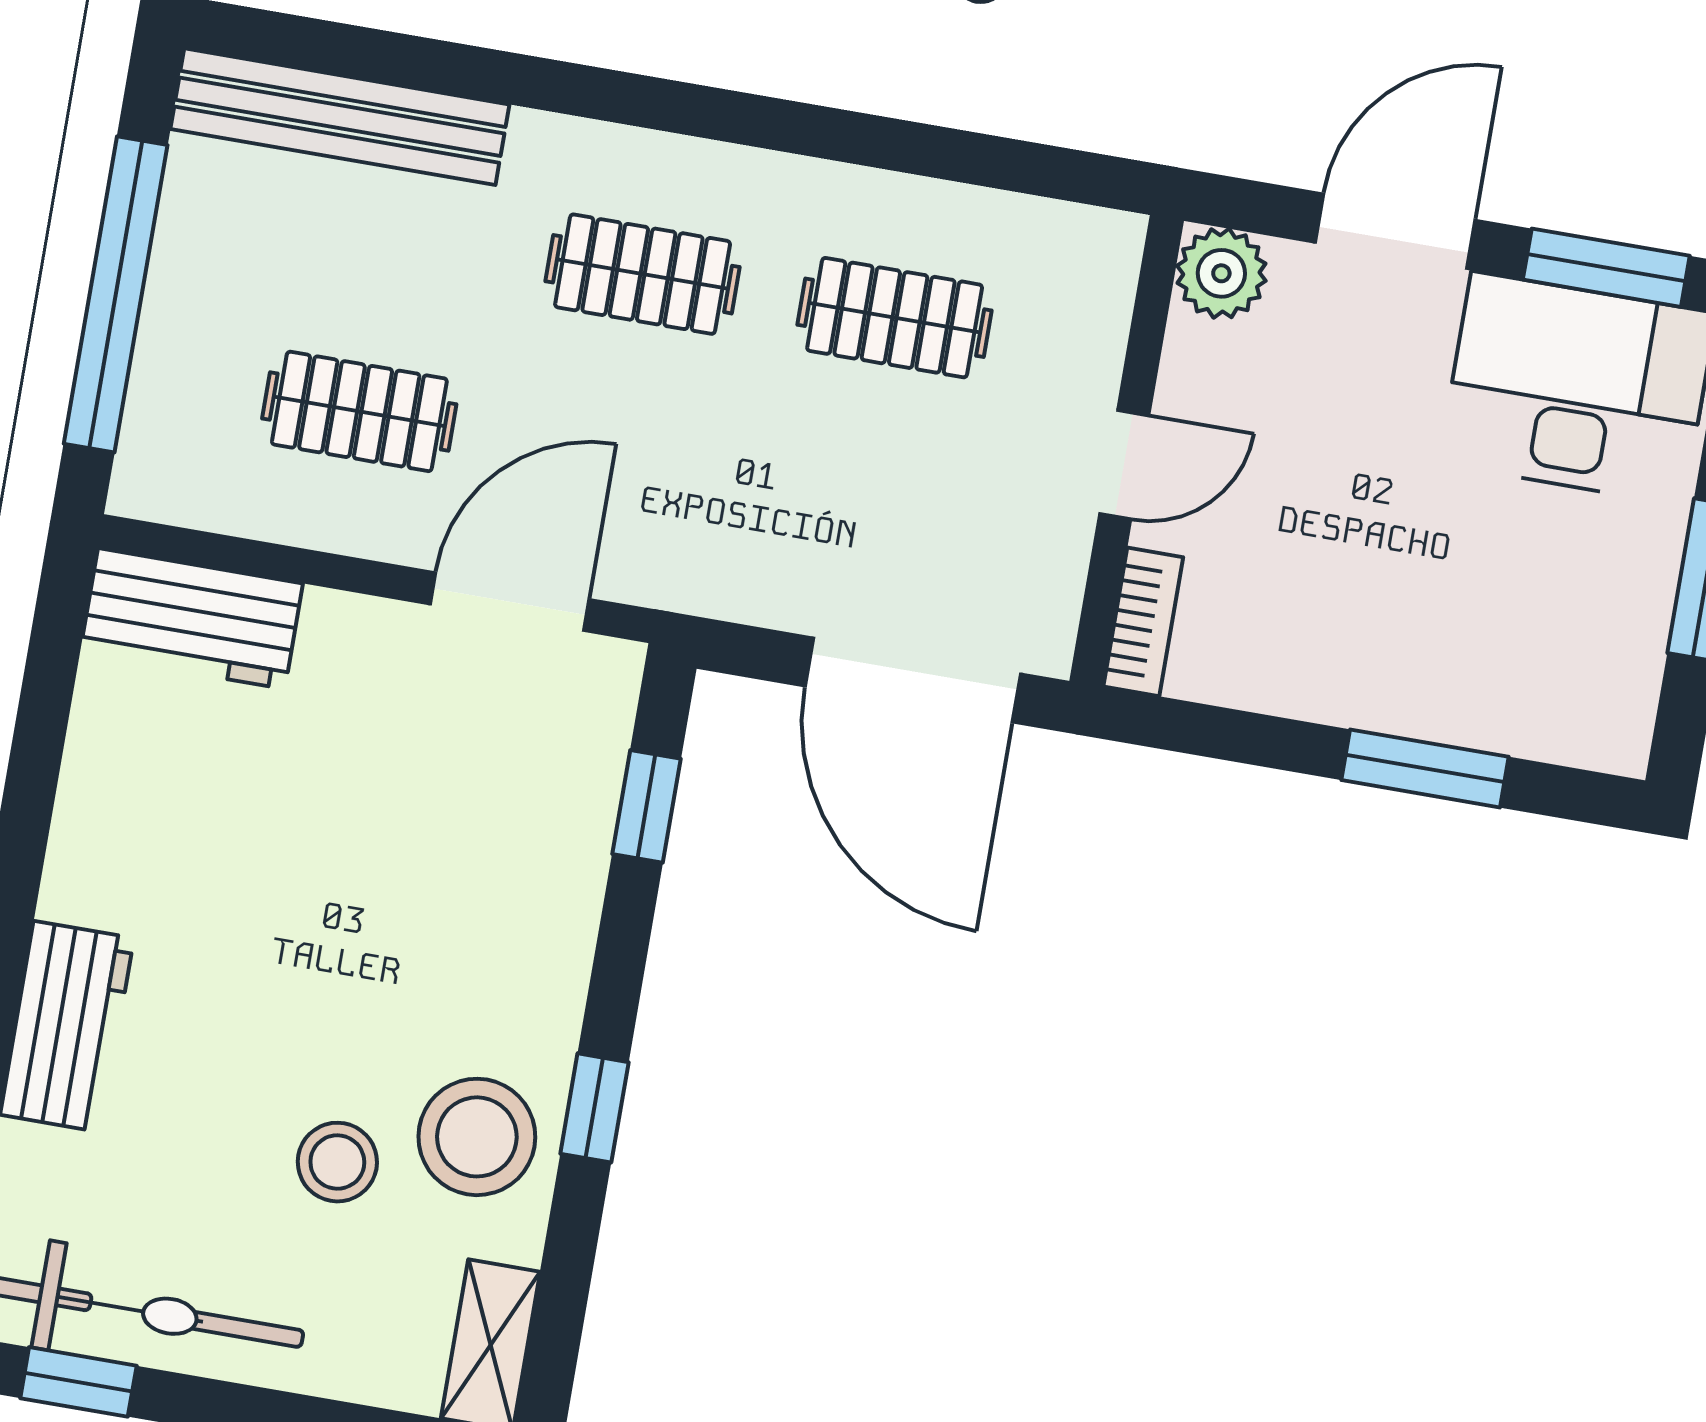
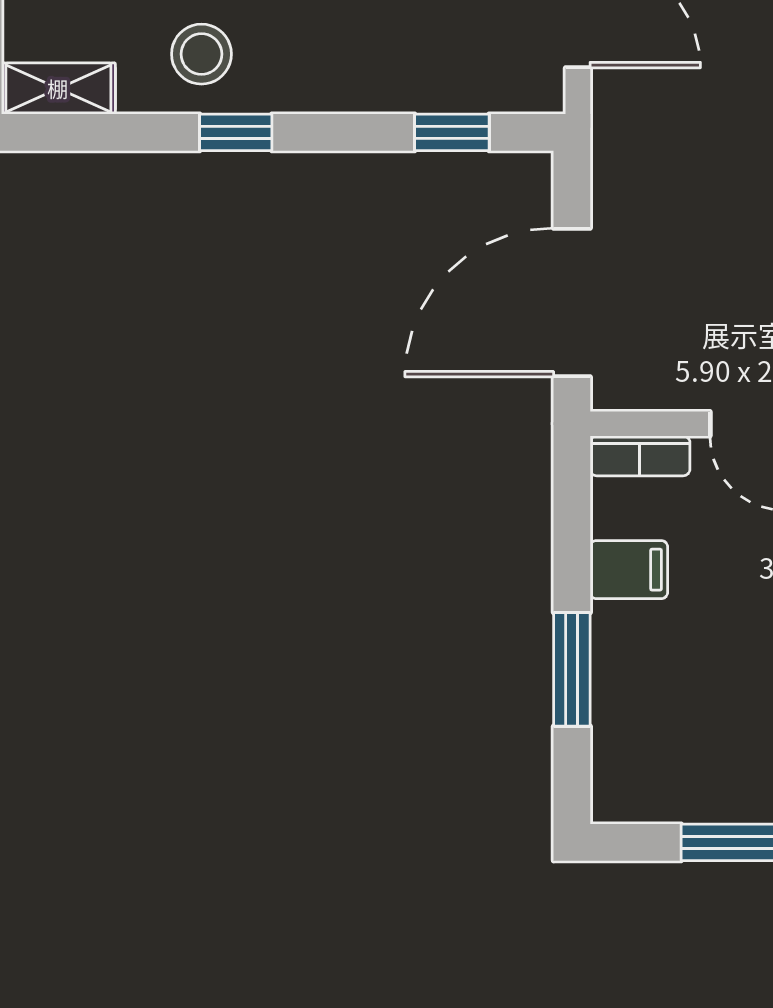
filing cabinet: (1299, 665) -> (629, 570), added
stool: (477, 1137) -> (201, 54), width x0.73, depth x0.73

